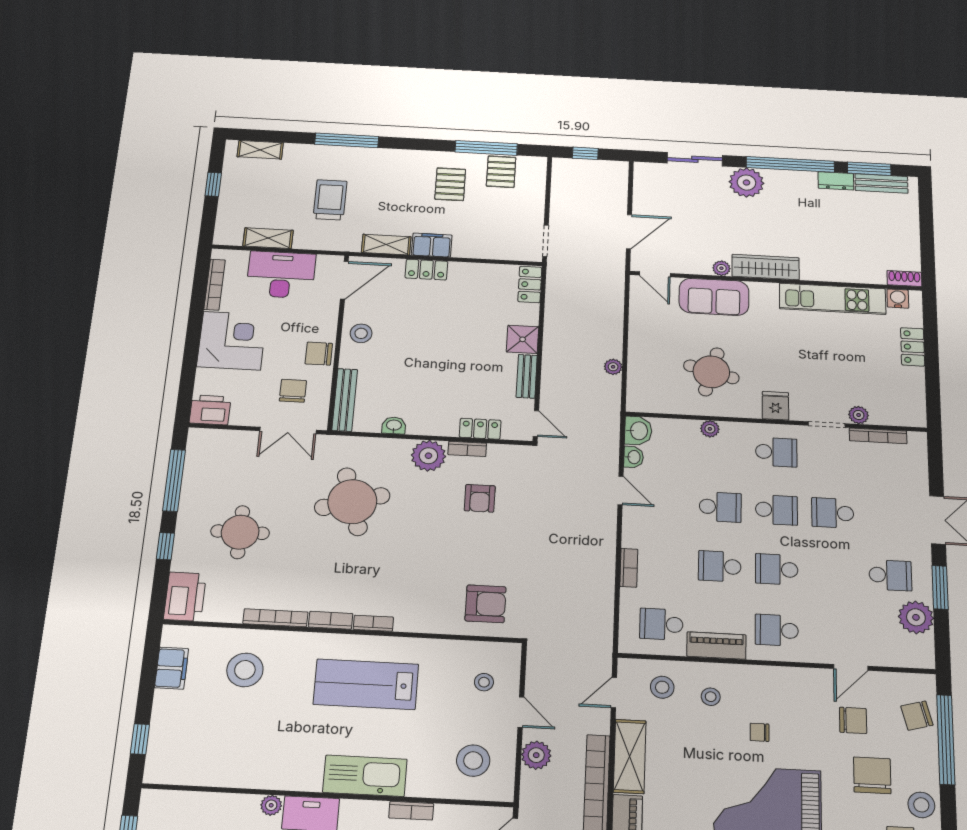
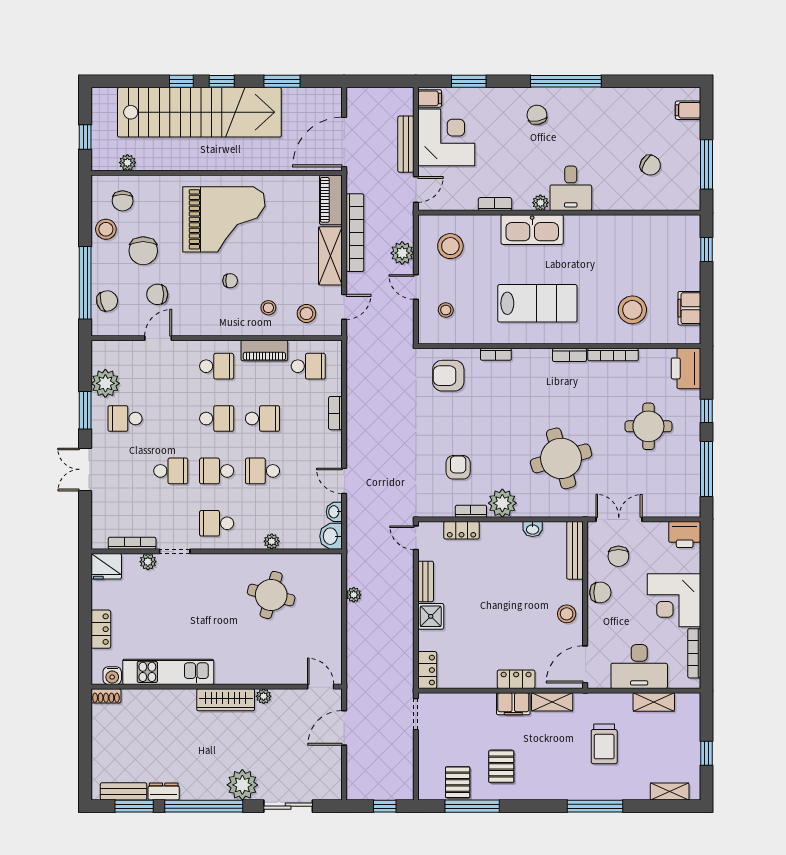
sofa: (714, 297) -> (270, 668), removed
fridge: (775, 406) -> (106, 566), moved, width x1.38
bookcase: (373, 623) -> (496, 354), moved
plant: (271, 805) -> (540, 203), moved

